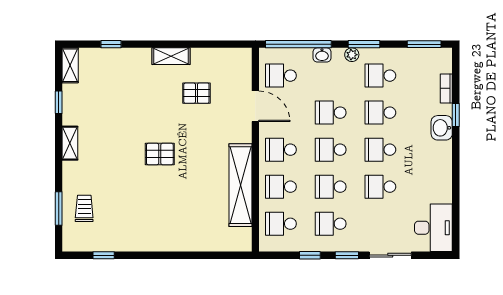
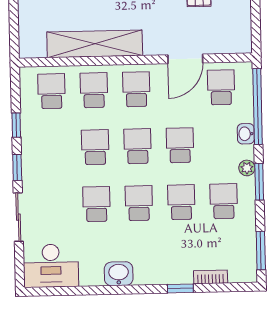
washbasin: (442, 128) -> (119, 274), moved
school desk: (331, 224) -> (53, 148), removed

